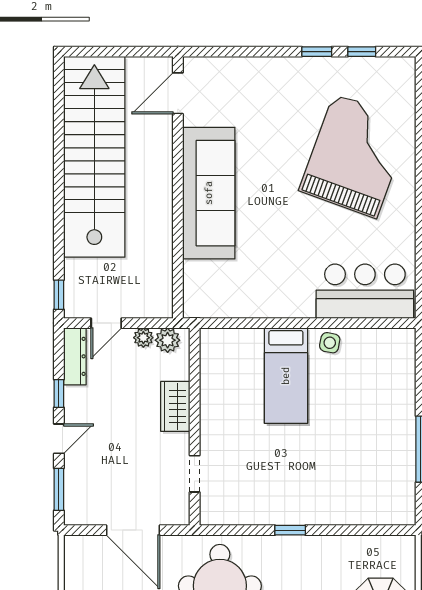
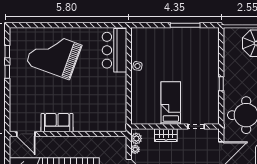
sofa: (209, 193) -> (57, 123), width x0.54, depth x0.79
bed: (286, 376) -> (171, 103), moved, turned -90

